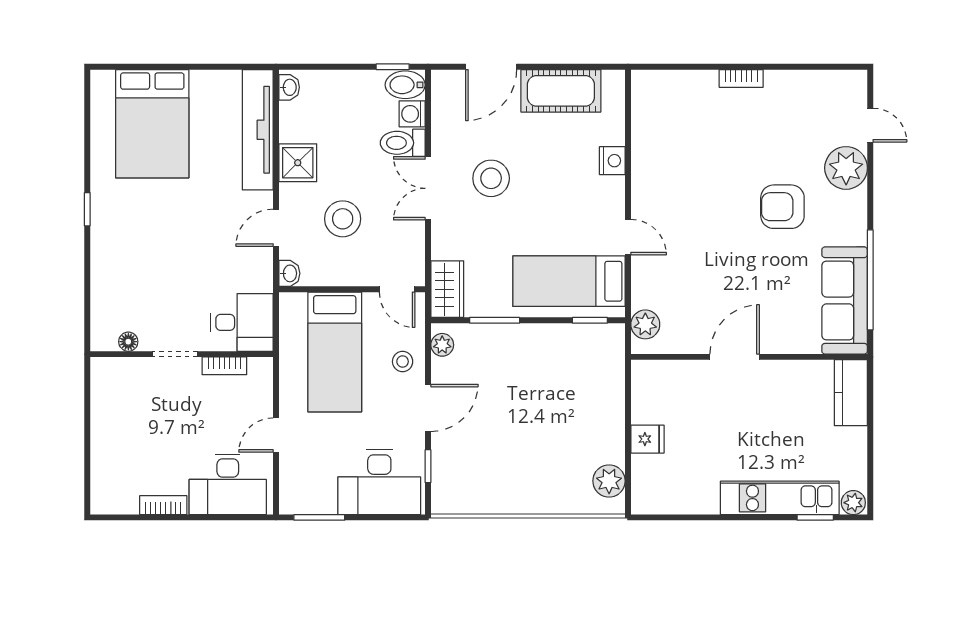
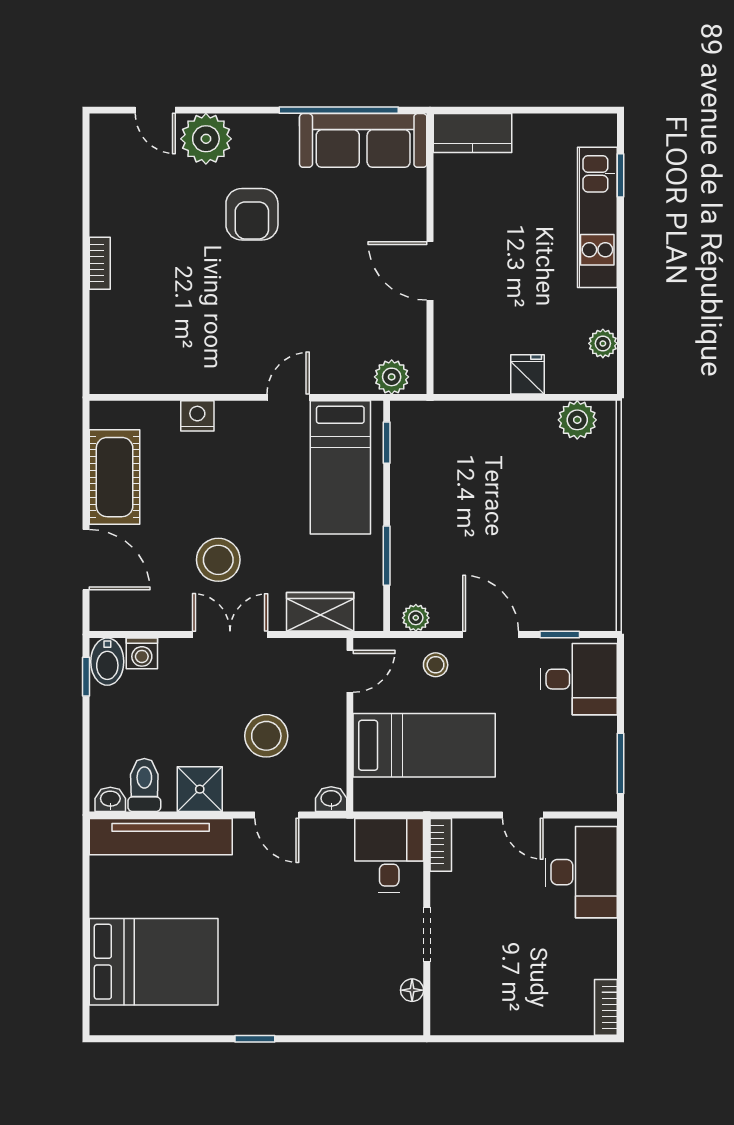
door: (870, 125) -> (155, 110), swing flipped
toilet: (403, 143) -> (144, 785), moved, turned 180
double door: (428, 188) -> (230, 635), swing flipped
wardrobe: (447, 289) -> (320, 612), moved
bookcase: (224, 366) -> (441, 845), moved
desk: (379, 482) -> (579, 679), width x0.73
plant: (853, 503) -> (603, 343), moved
bookcase: (163, 505) -> (606, 1007), moved

